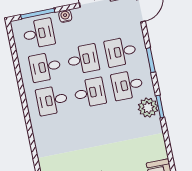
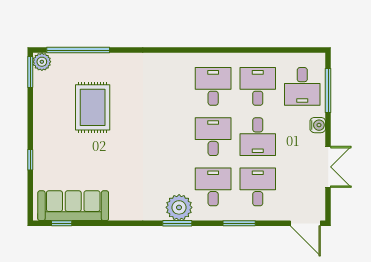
desk: (90, 93) -> (213, 137), turned 180

